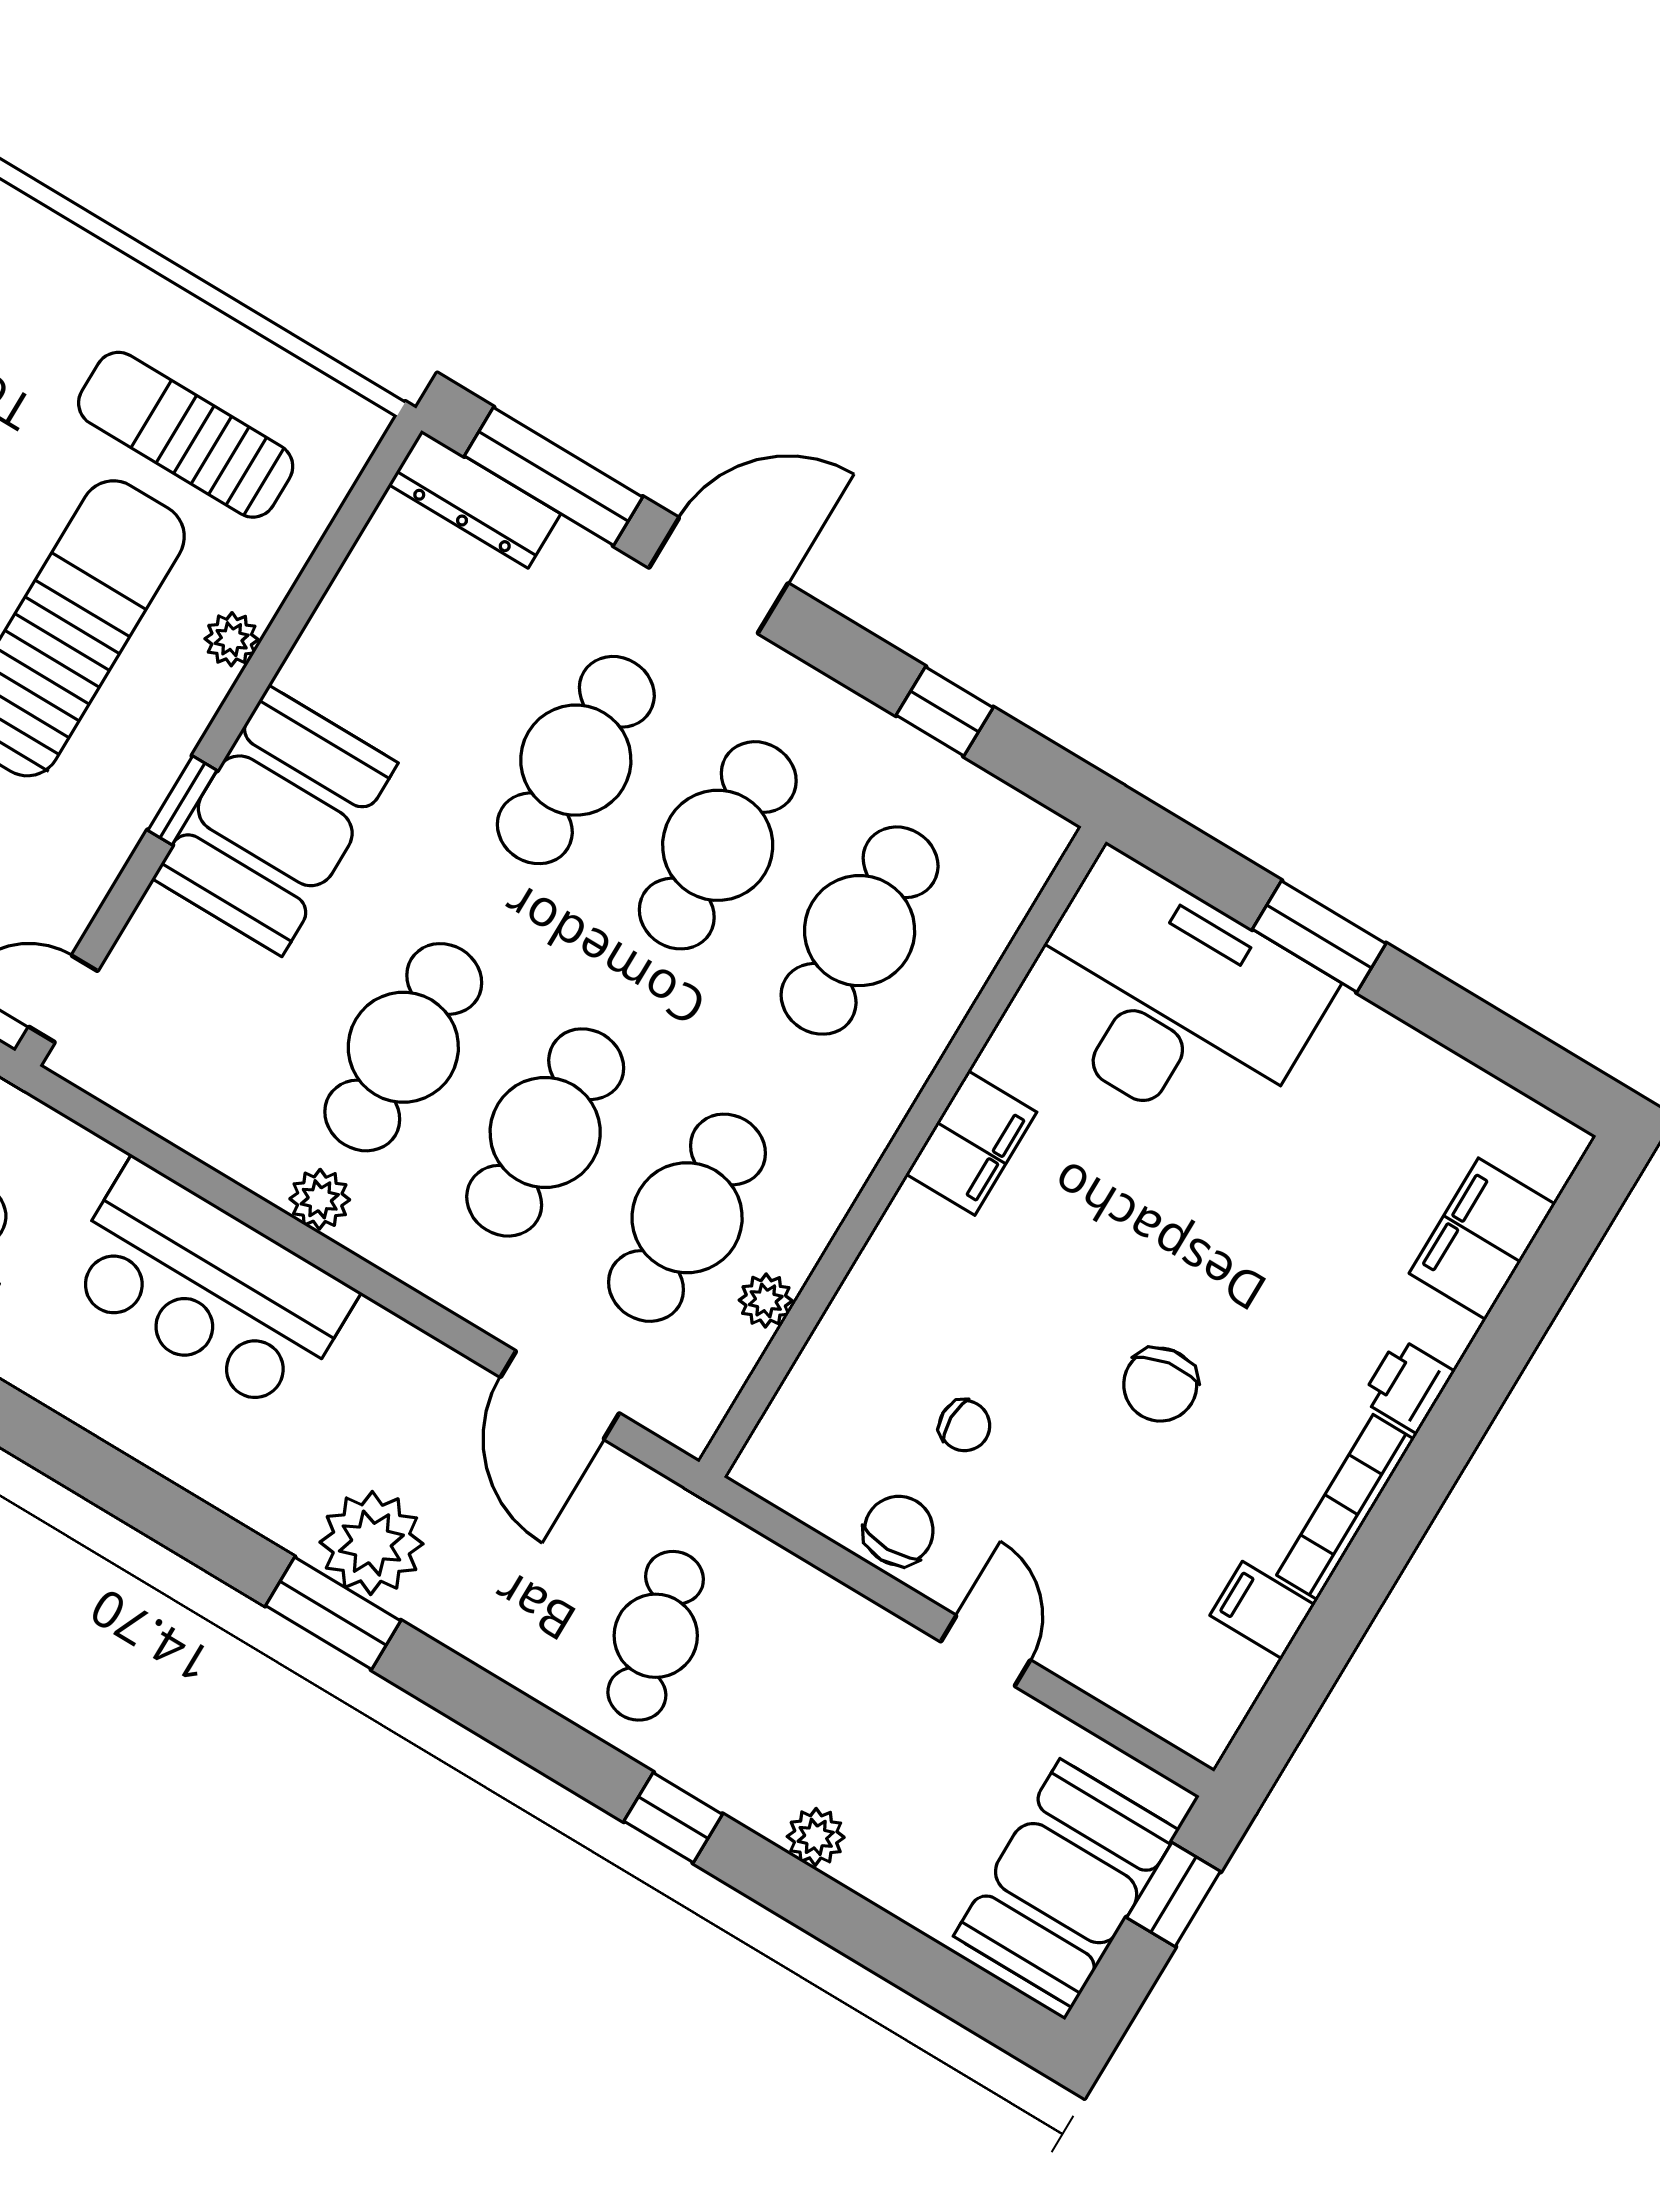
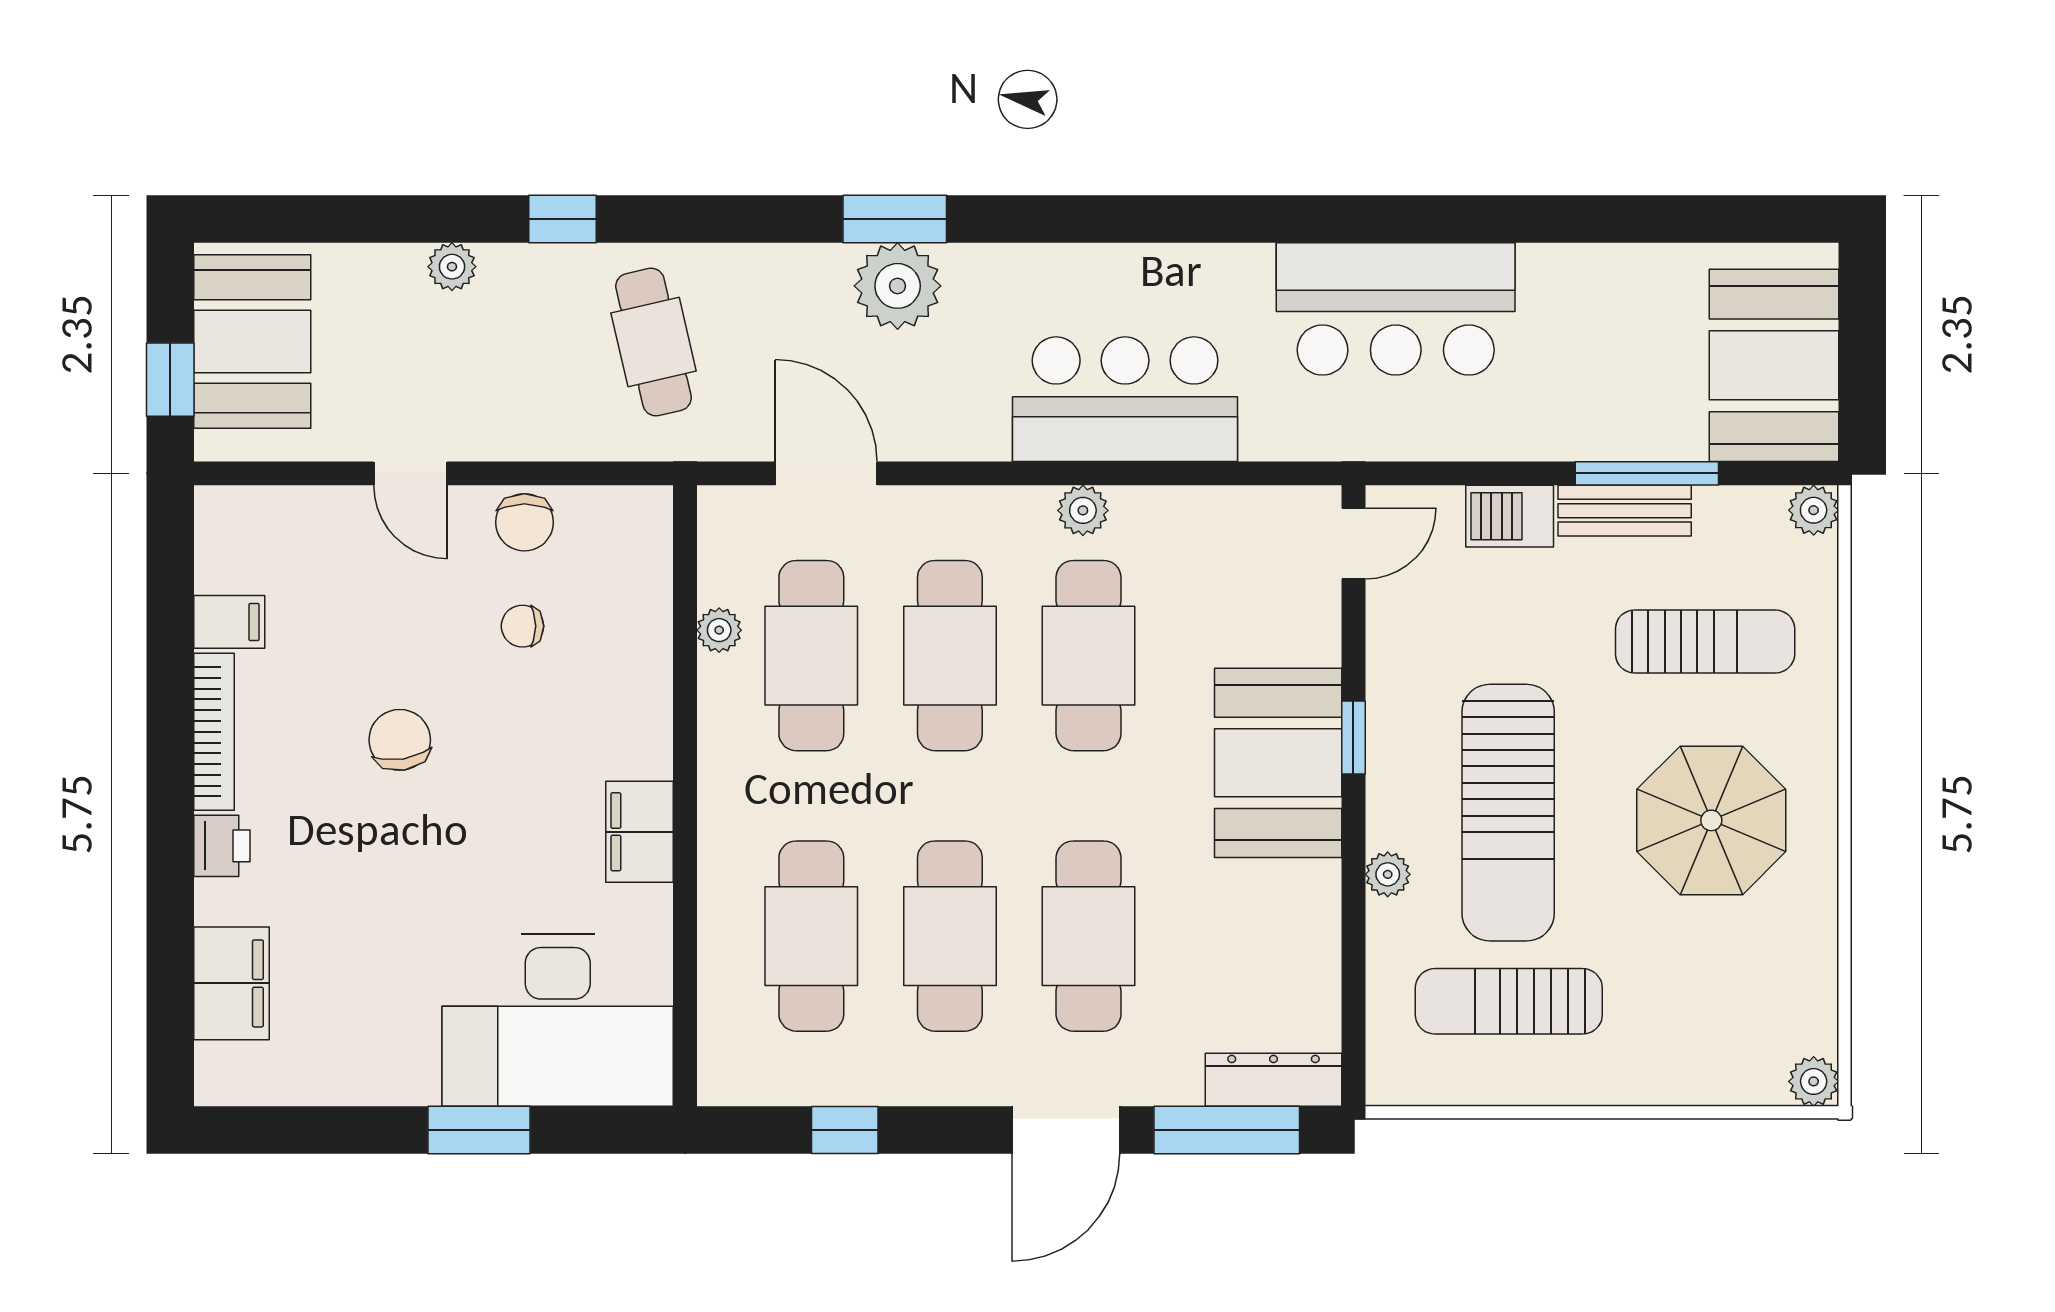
sun lounger: (186, 435) -> (1509, 1001), turned 180

